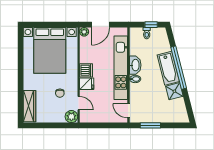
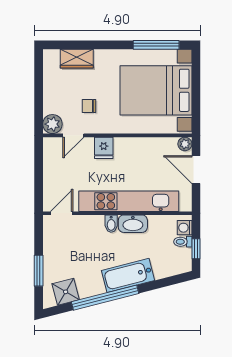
washing machine: (138, 32) -> (185, 228), added
window: (21, 50) -> (156, 45), added
window: (179, 68) -> (105, 298), moved
dishwasher: (86, 70) -> (125, 147), removed
shower: (174, 91) -> (66, 292), moved
wardrobe: (29, 106) -> (77, 59), width x0.67
window: (150, 125) -> (39, 271), moved

